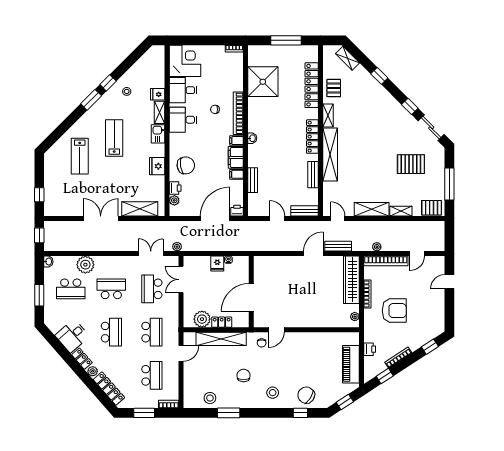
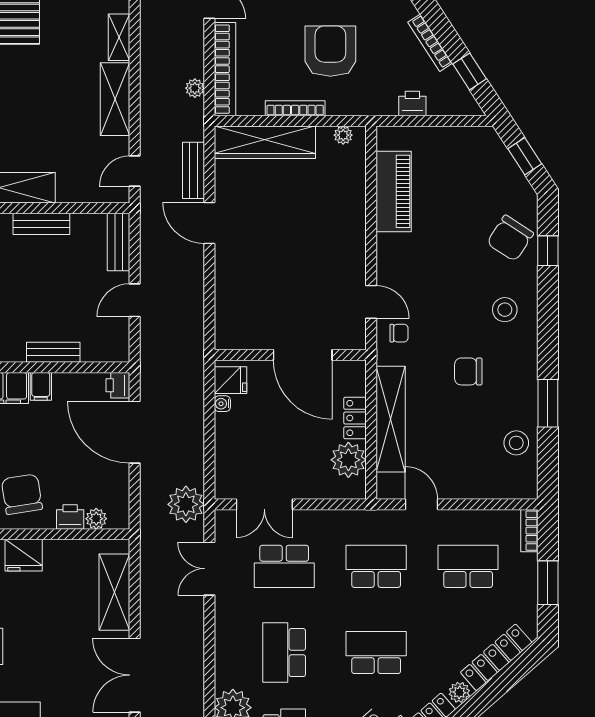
plant: (177, 247) -> (186, 504), width x1.88, depth x1.88
fridge: (217, 264) -> (230, 380), moved
piano: (351, 364) -> (394, 191), moved, turned -90

